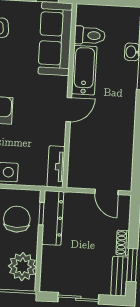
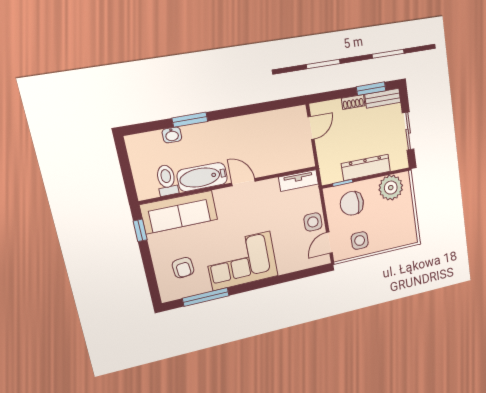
dresser: (53, 218) -> (366, 167), moved

